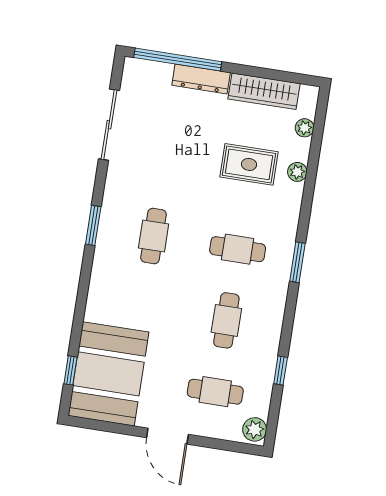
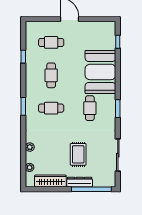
rug: (249, 164) -> (78, 154), moved, turned 90
booth: (108, 374) -> (100, 72), moved
plant: (255, 429) -> (31, 28), removed

